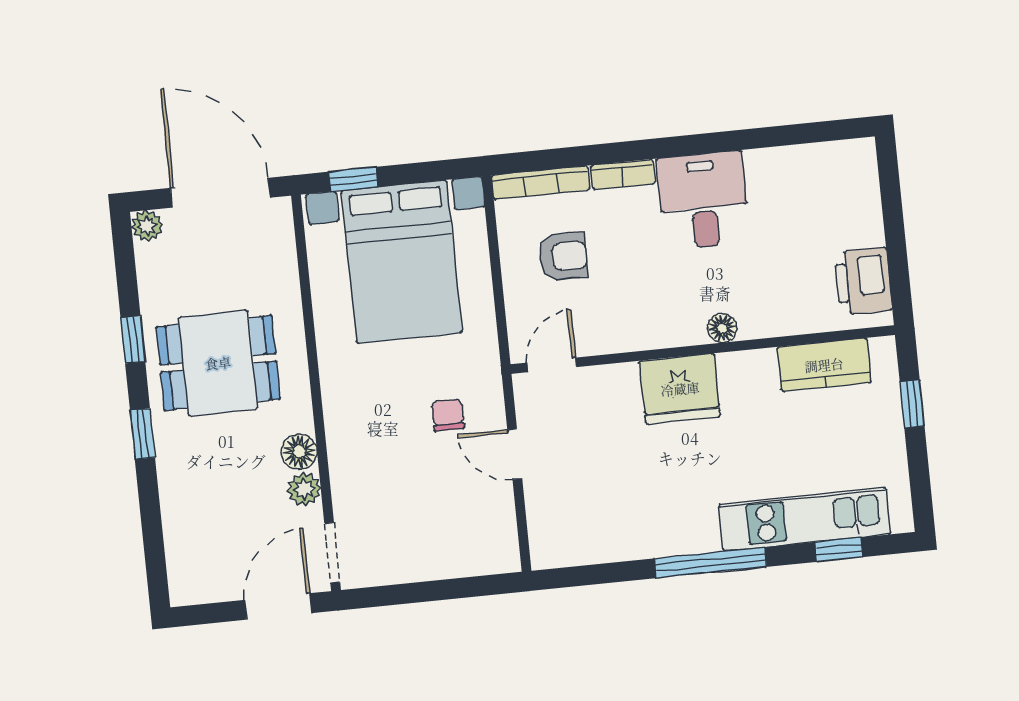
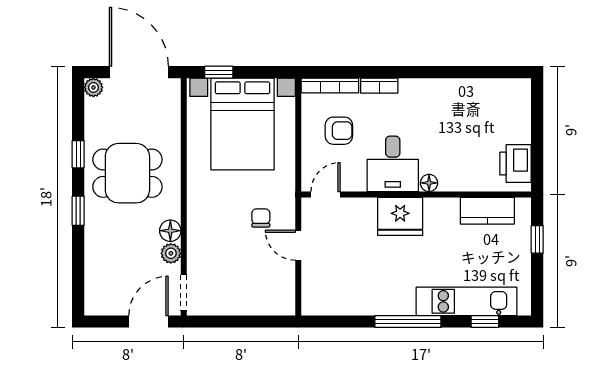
desk: (703, 200) -> (393, 164), moved, turned 180

